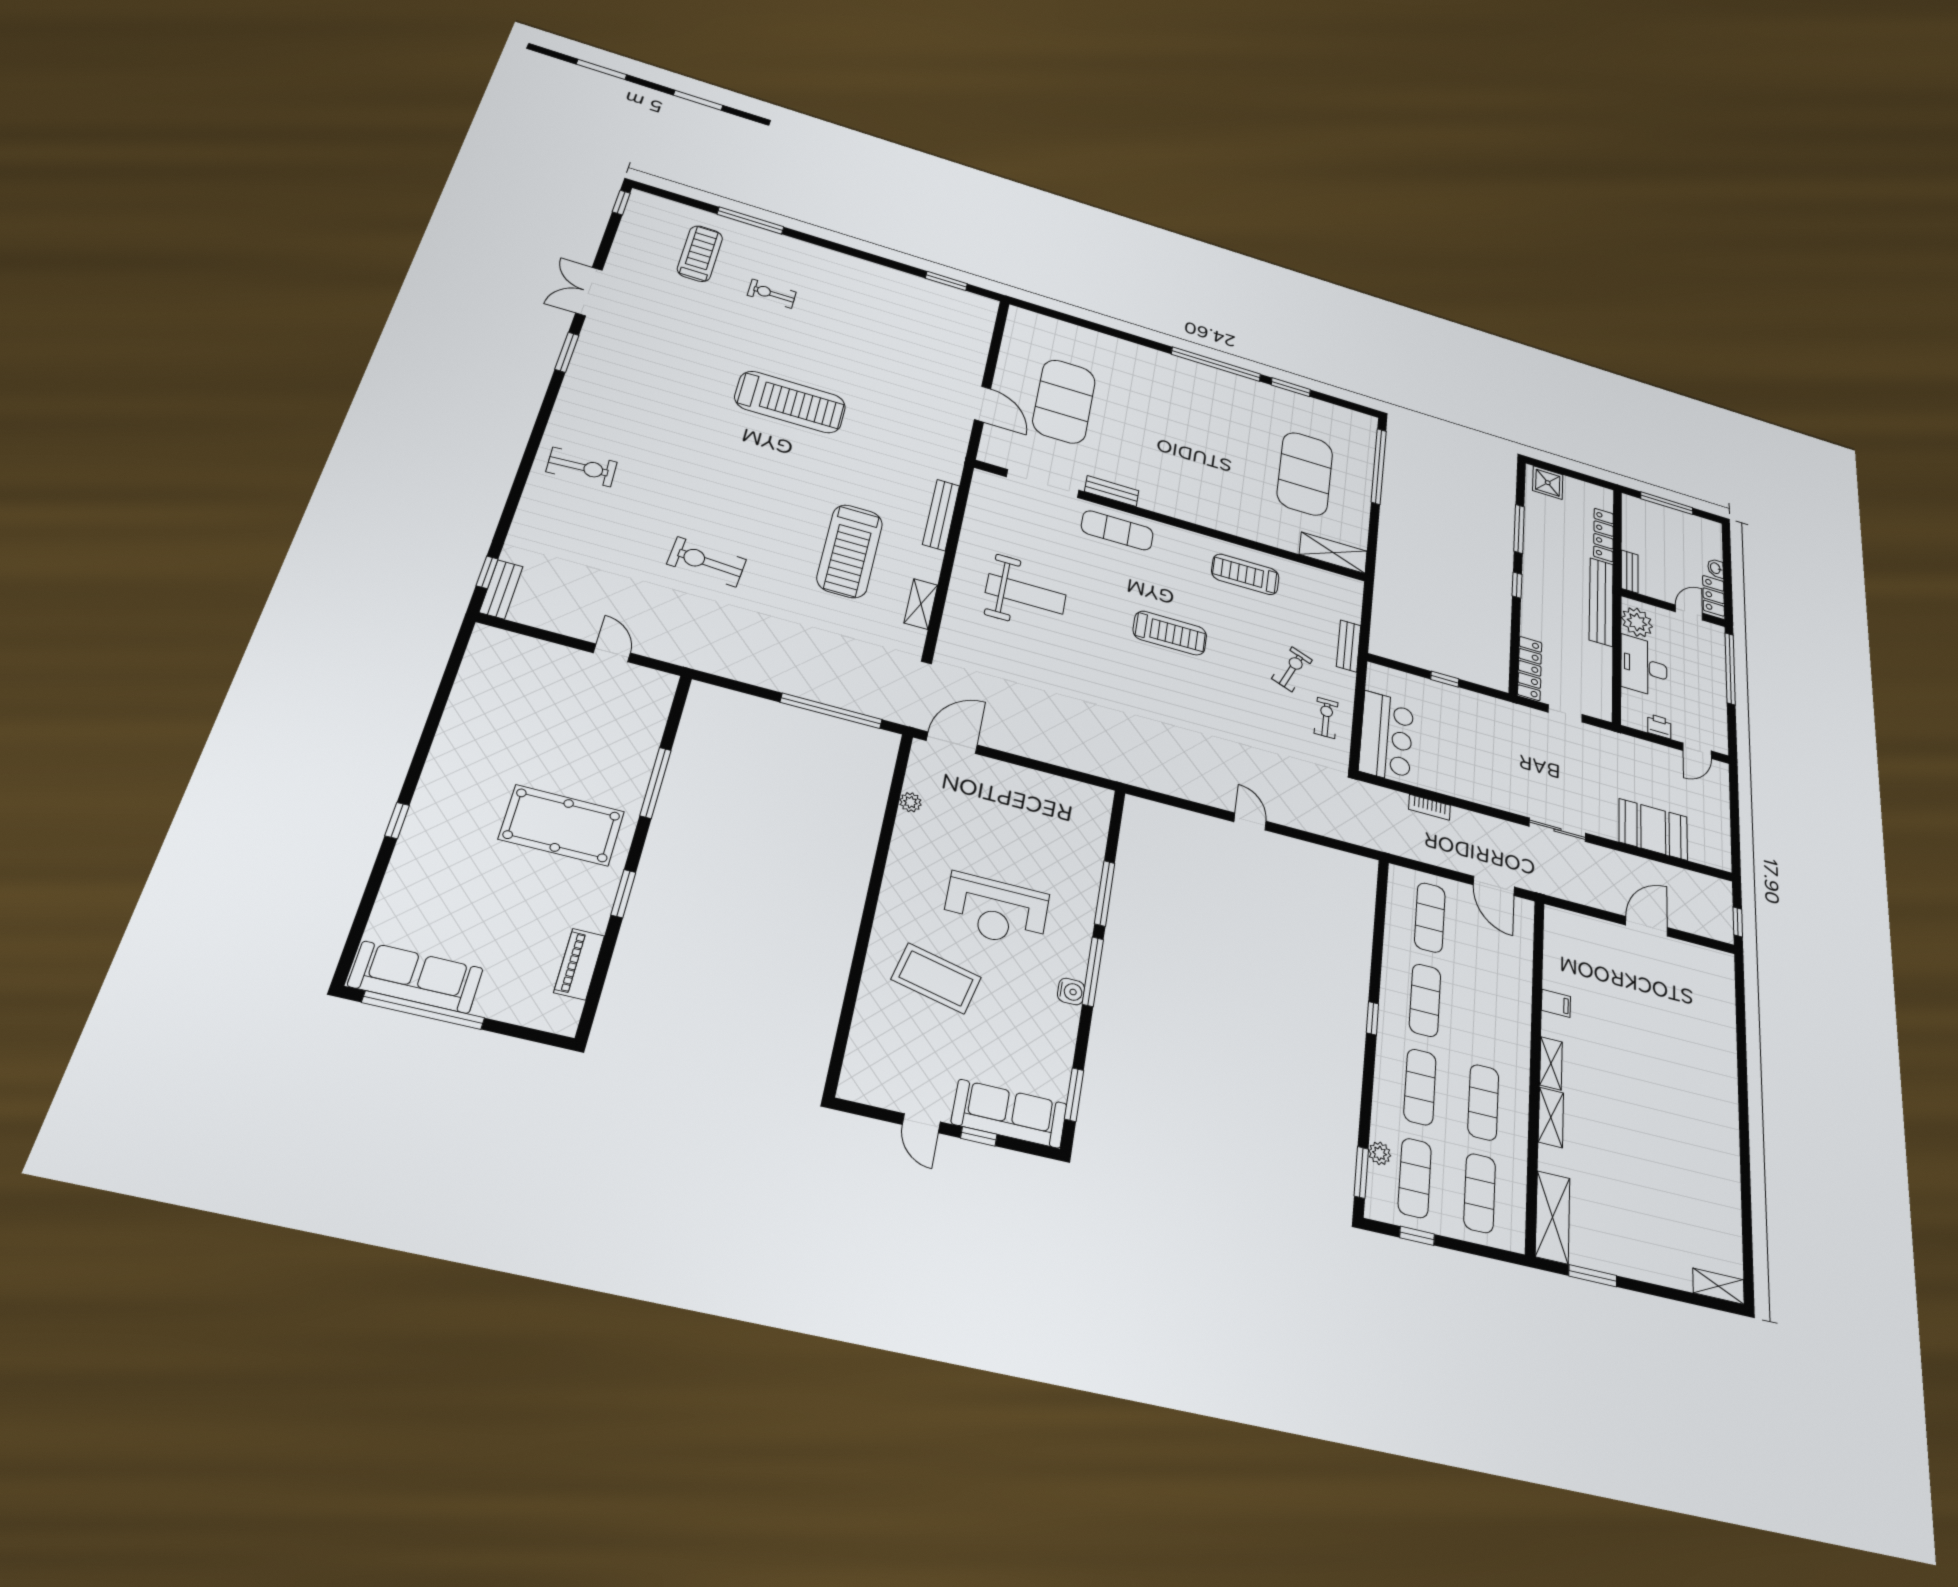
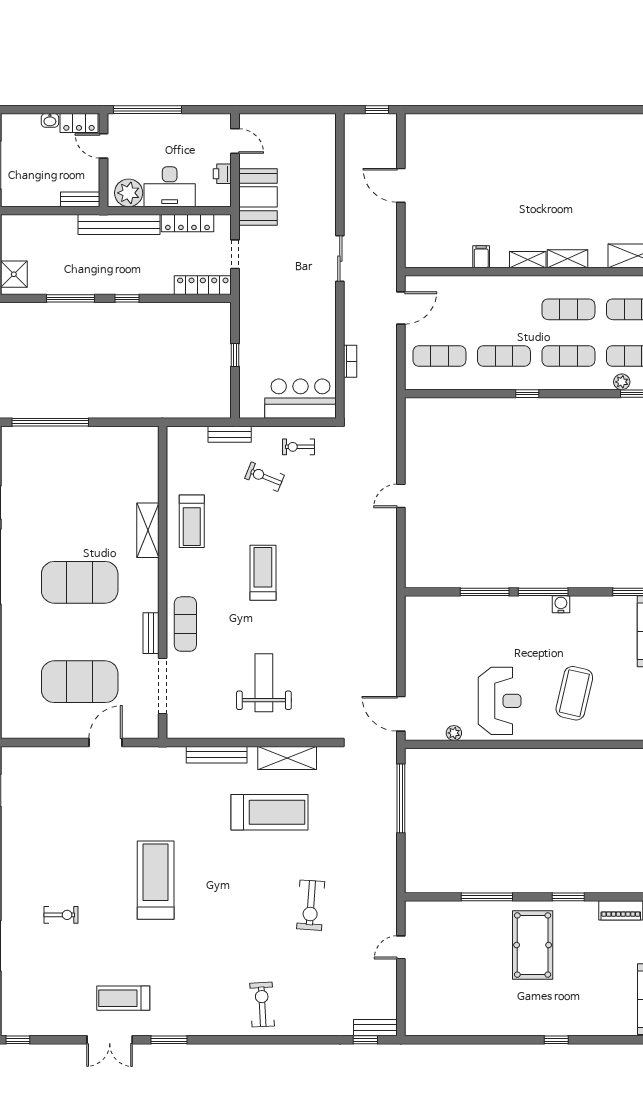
treadmill: (700, 254) -> (123, 998), moved
exercise bike: (772, 294) -> (61, 915), turned -90
exercise mat: (1305, 474) -> (80, 582), moved
locker: (1604, 535) -> (187, 223), moved
shelving: (1333, 553) -> (148, 530), moved
shelving: (921, 604) -> (287, 758), width x1.50, depth x1.33
booth: (1653, 829) -> (258, 197), moved
reception desk: (996, 911) -> (500, 701), moved

